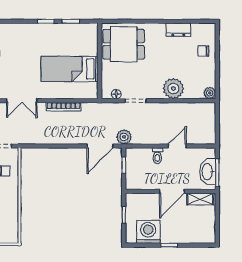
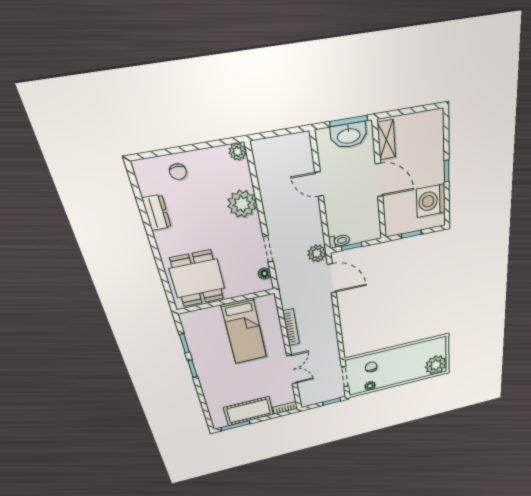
toilet: (157, 156) -> (339, 241), moved

